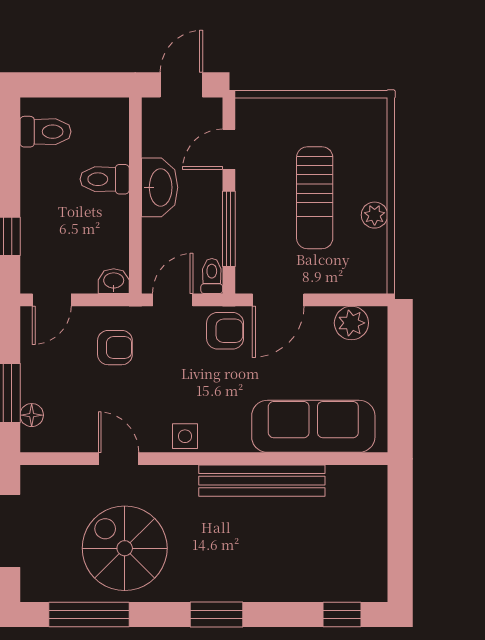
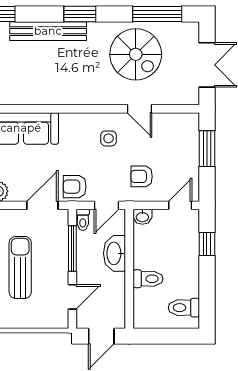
washbasin: (160, 187) -> (114, 253), moved
floor lamp: (32, 415) -> (192, 135), removed
side table: (185, 436) -> (109, 138), moved
bench: (262, 481) -> (48, 31), moved

